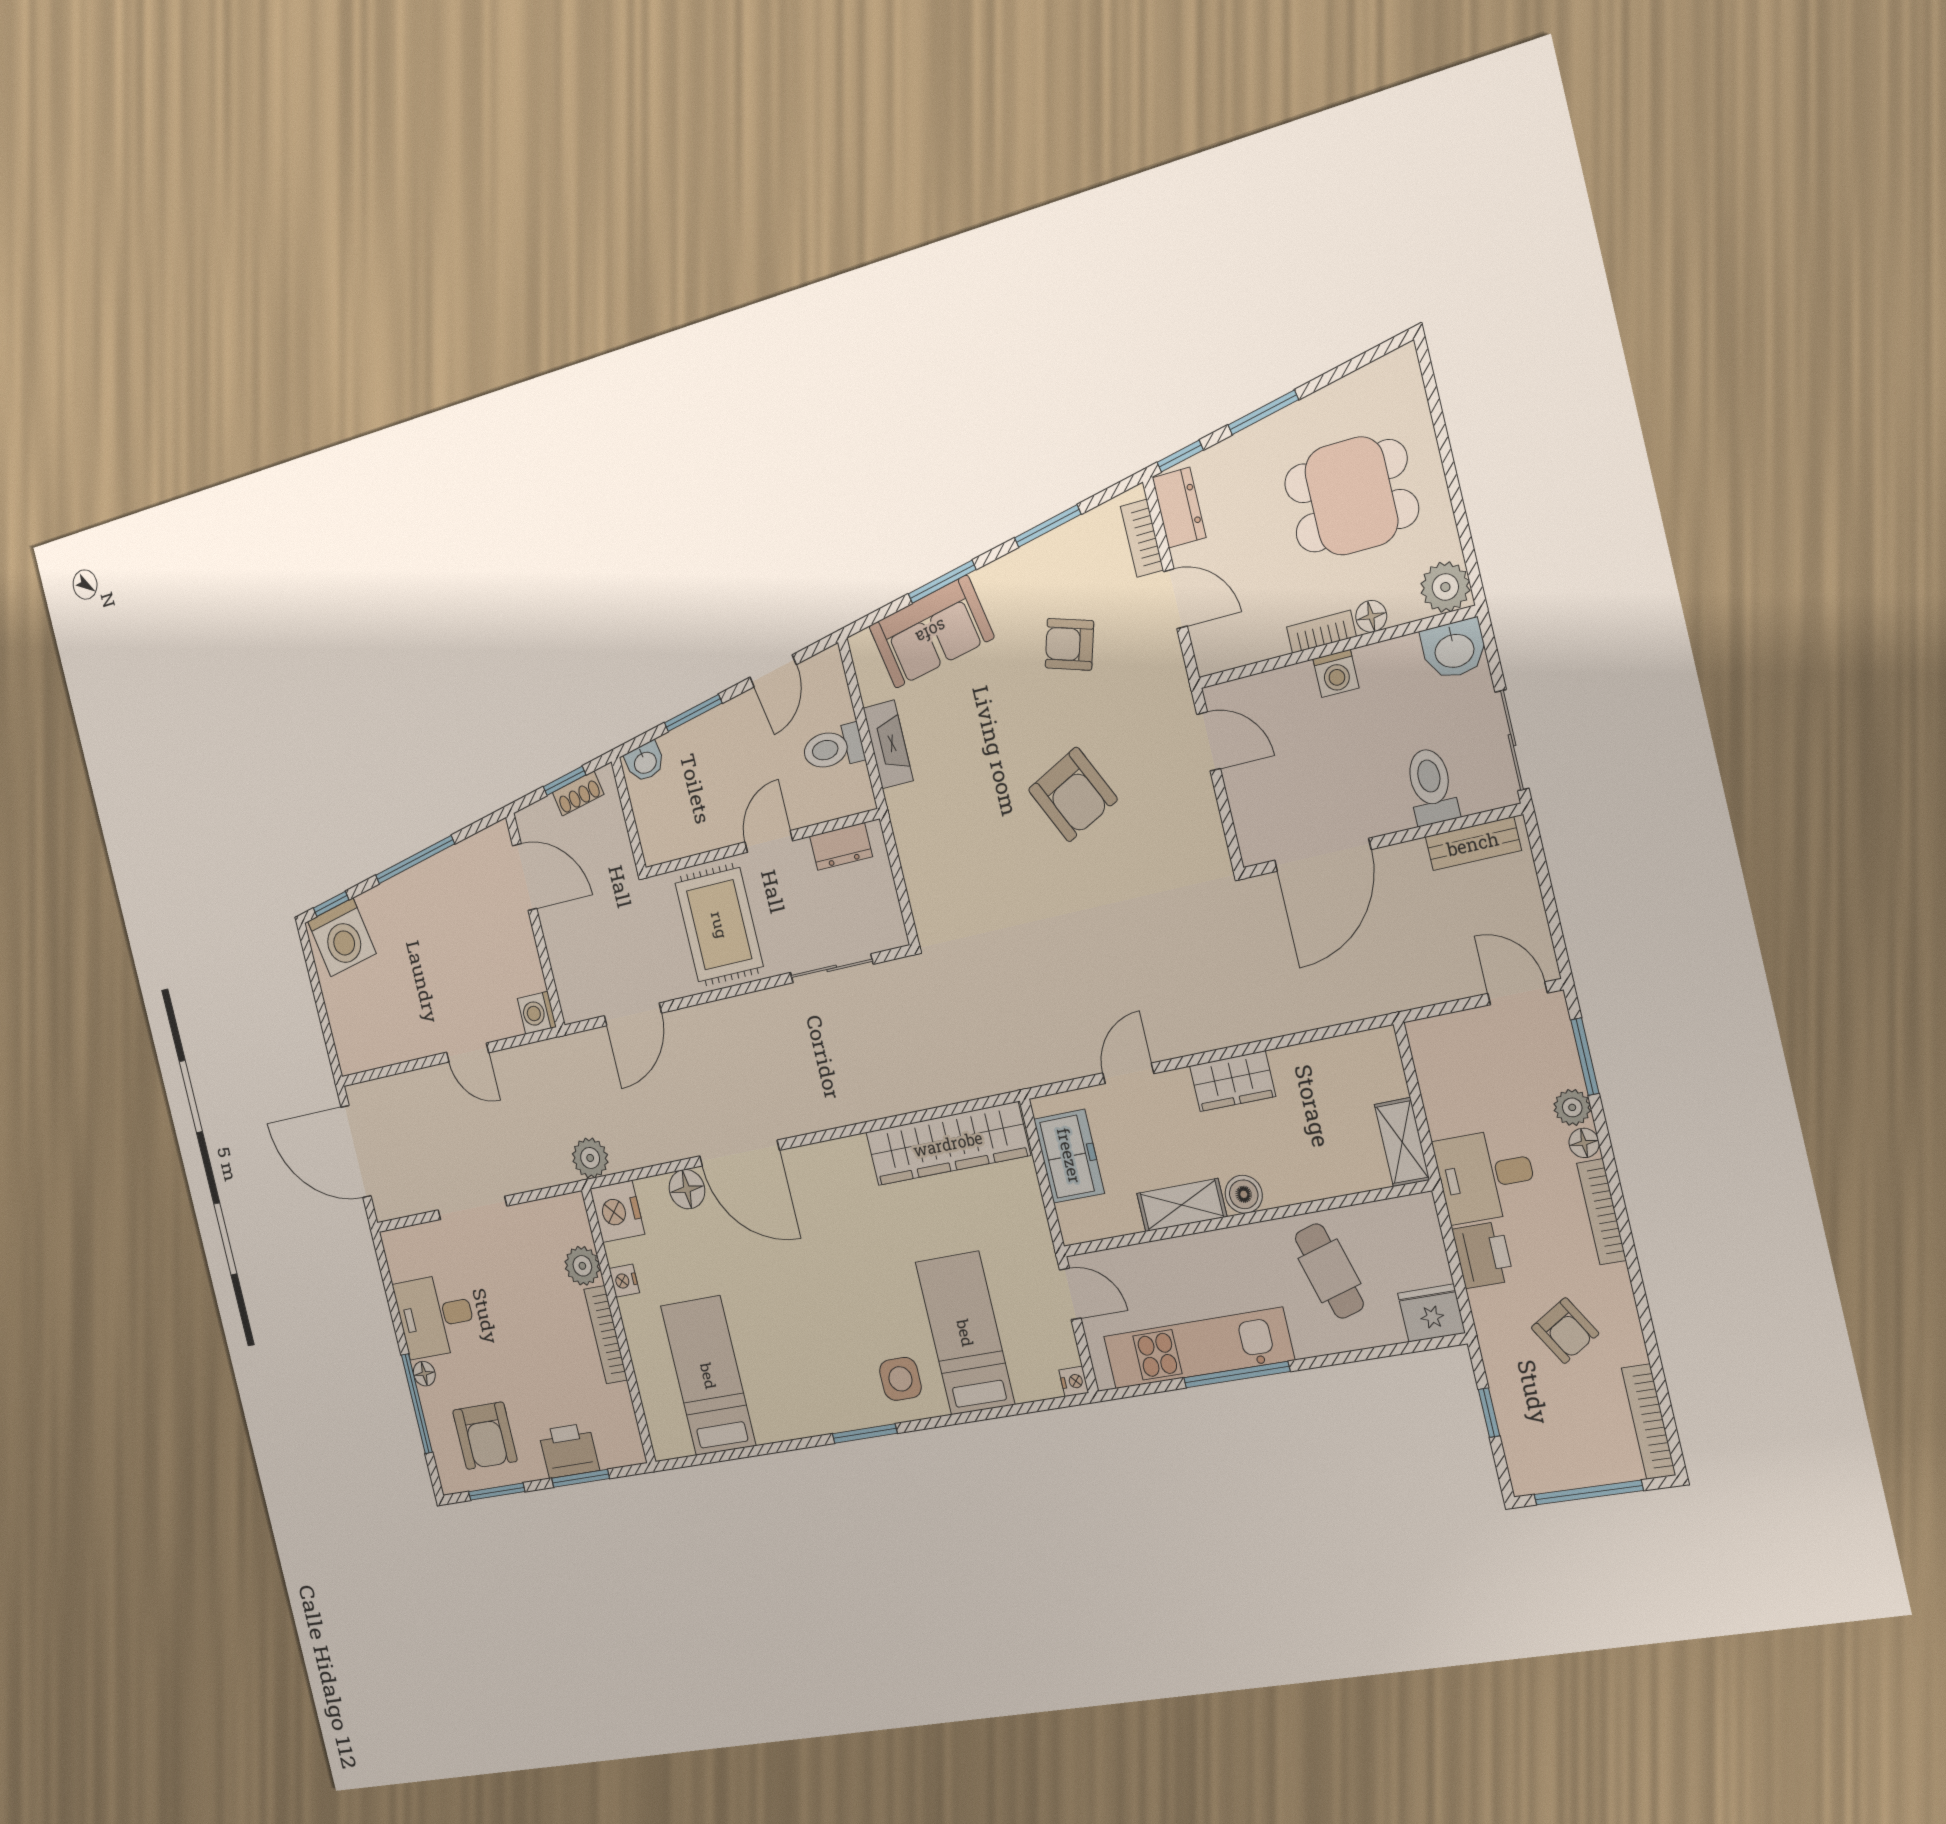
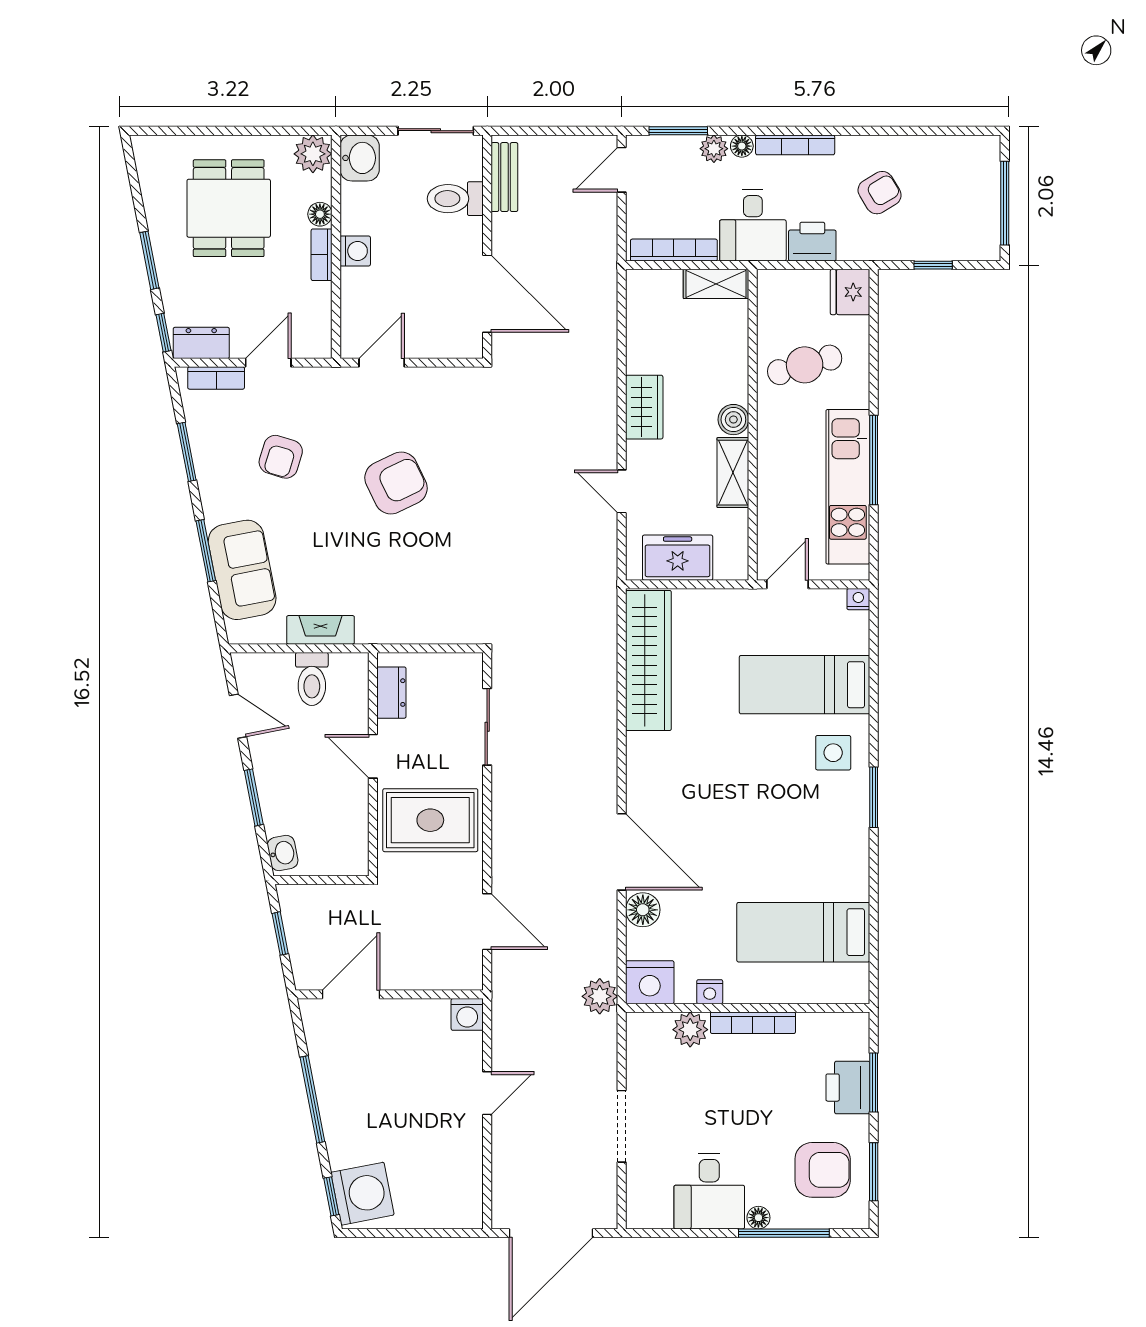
shoe rack: (578, 793) -> (294, 923), removed
door: (739, 1153) -> (622, 852), hinge flipped
bookcase: (1649, 1422) -> (674, 250), moved, turned 180

